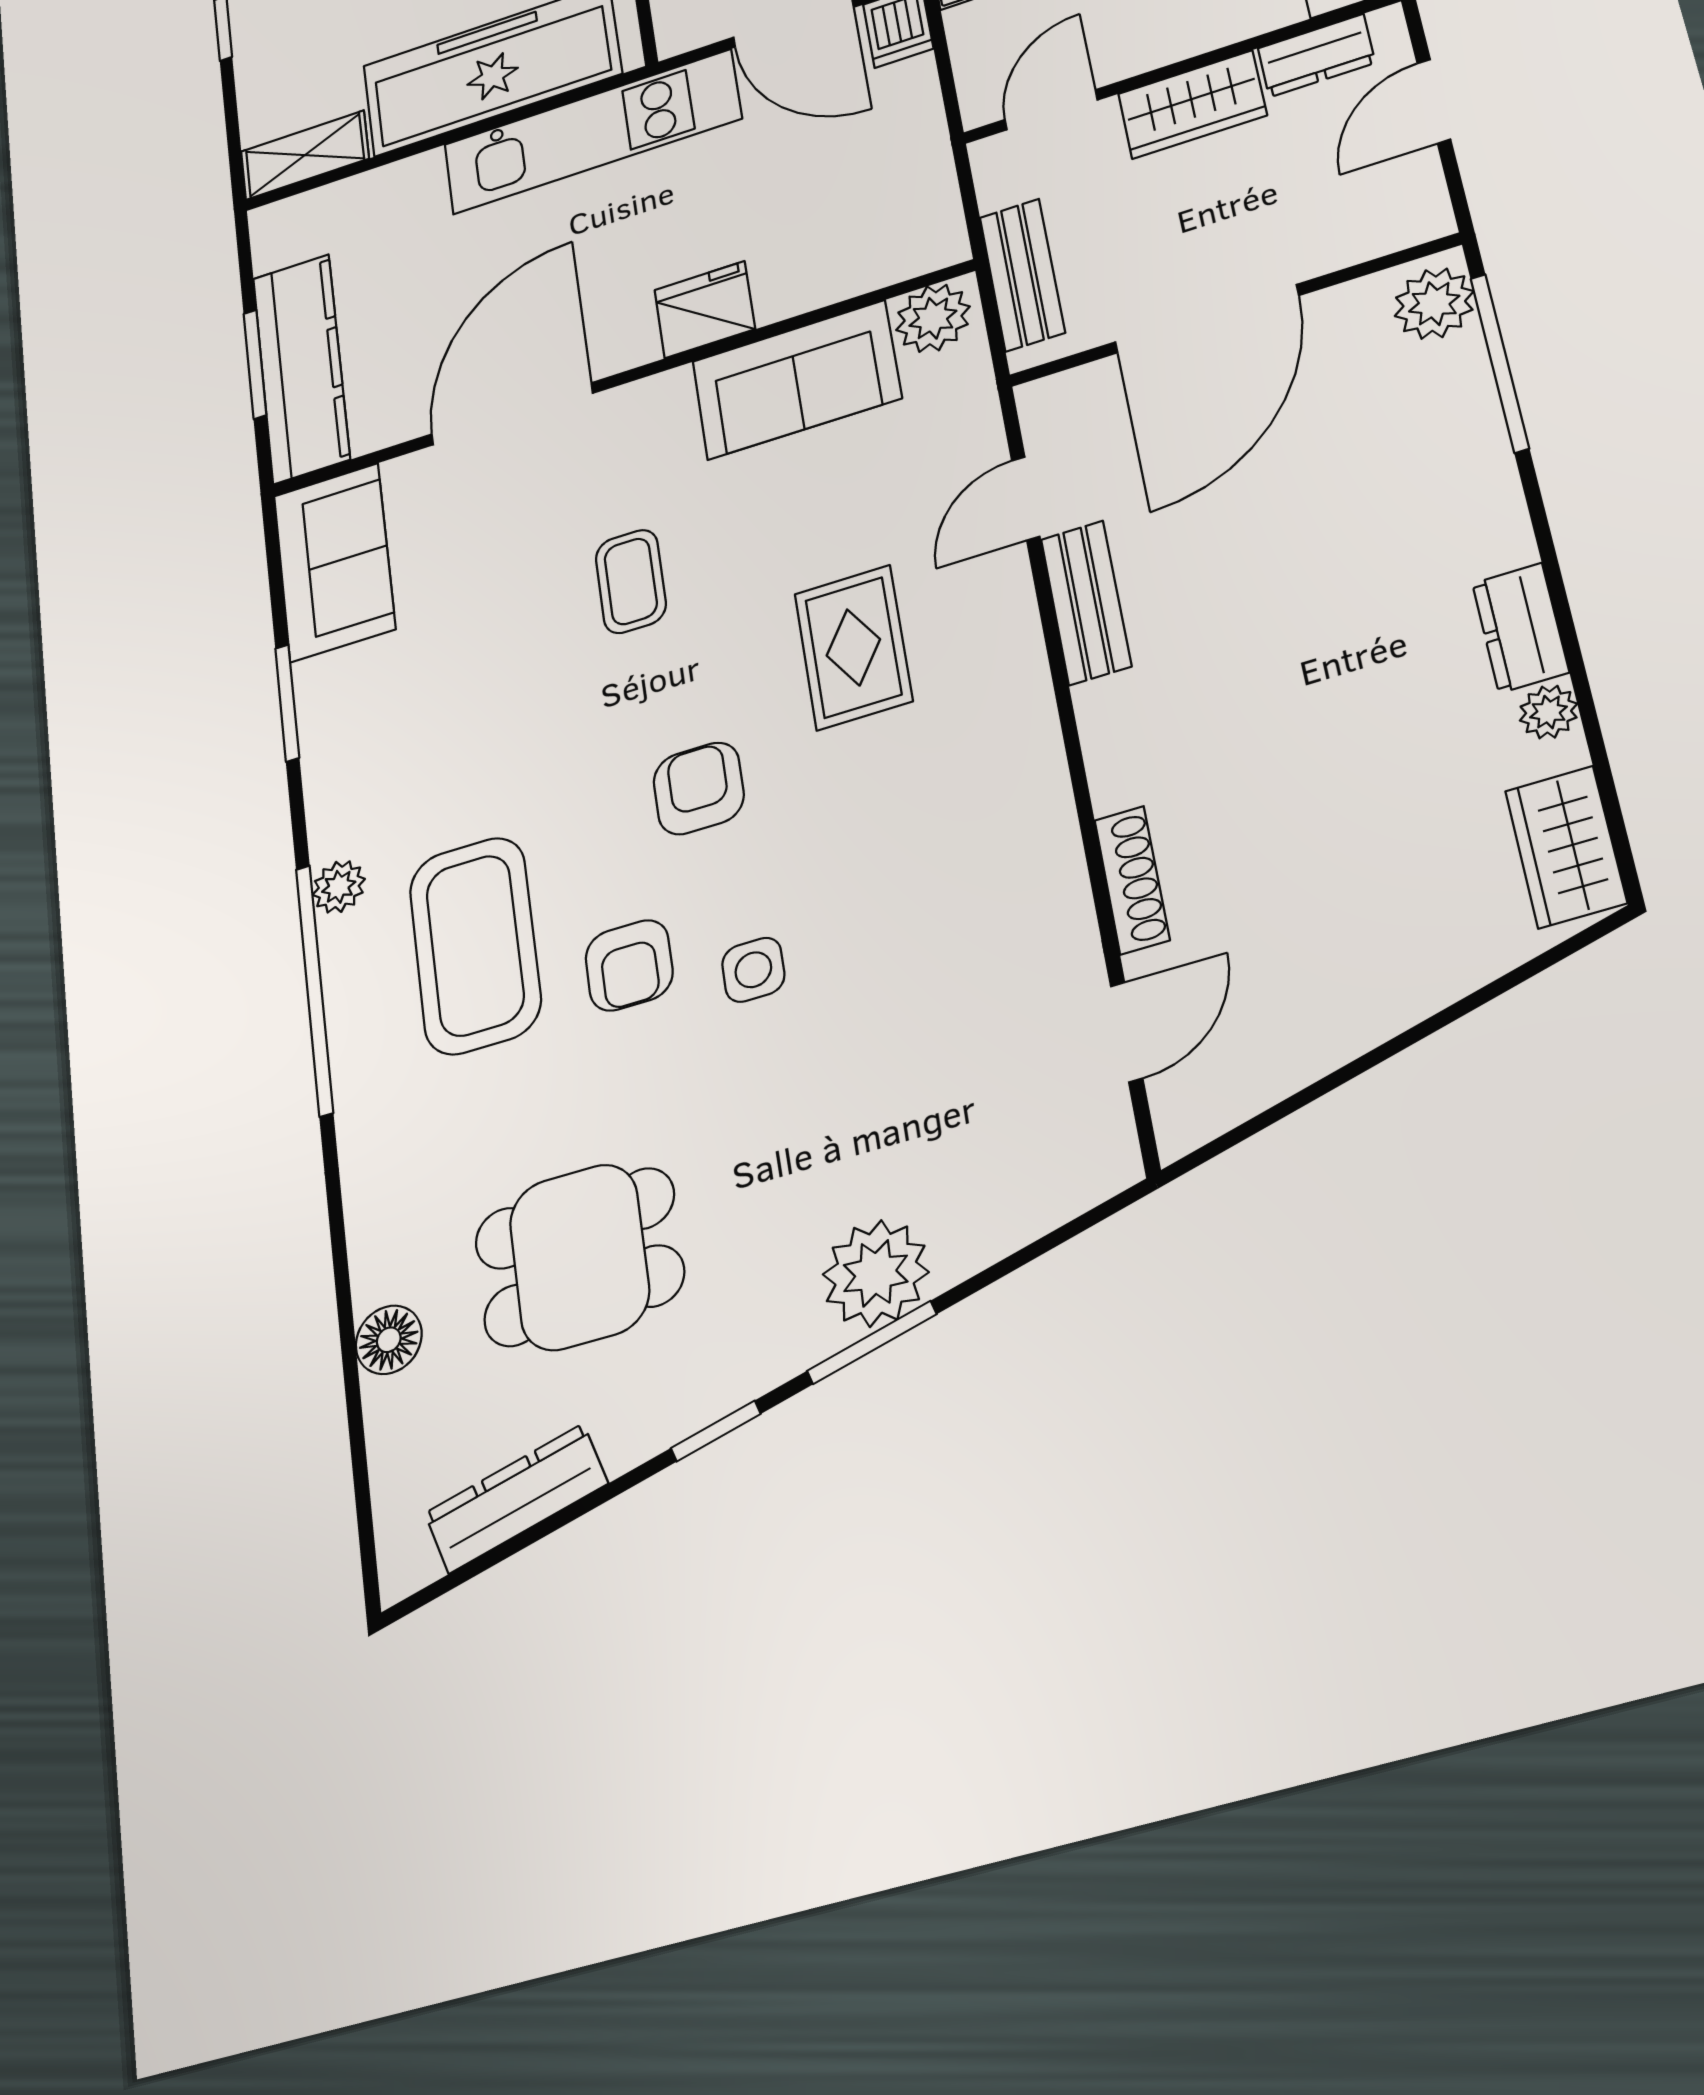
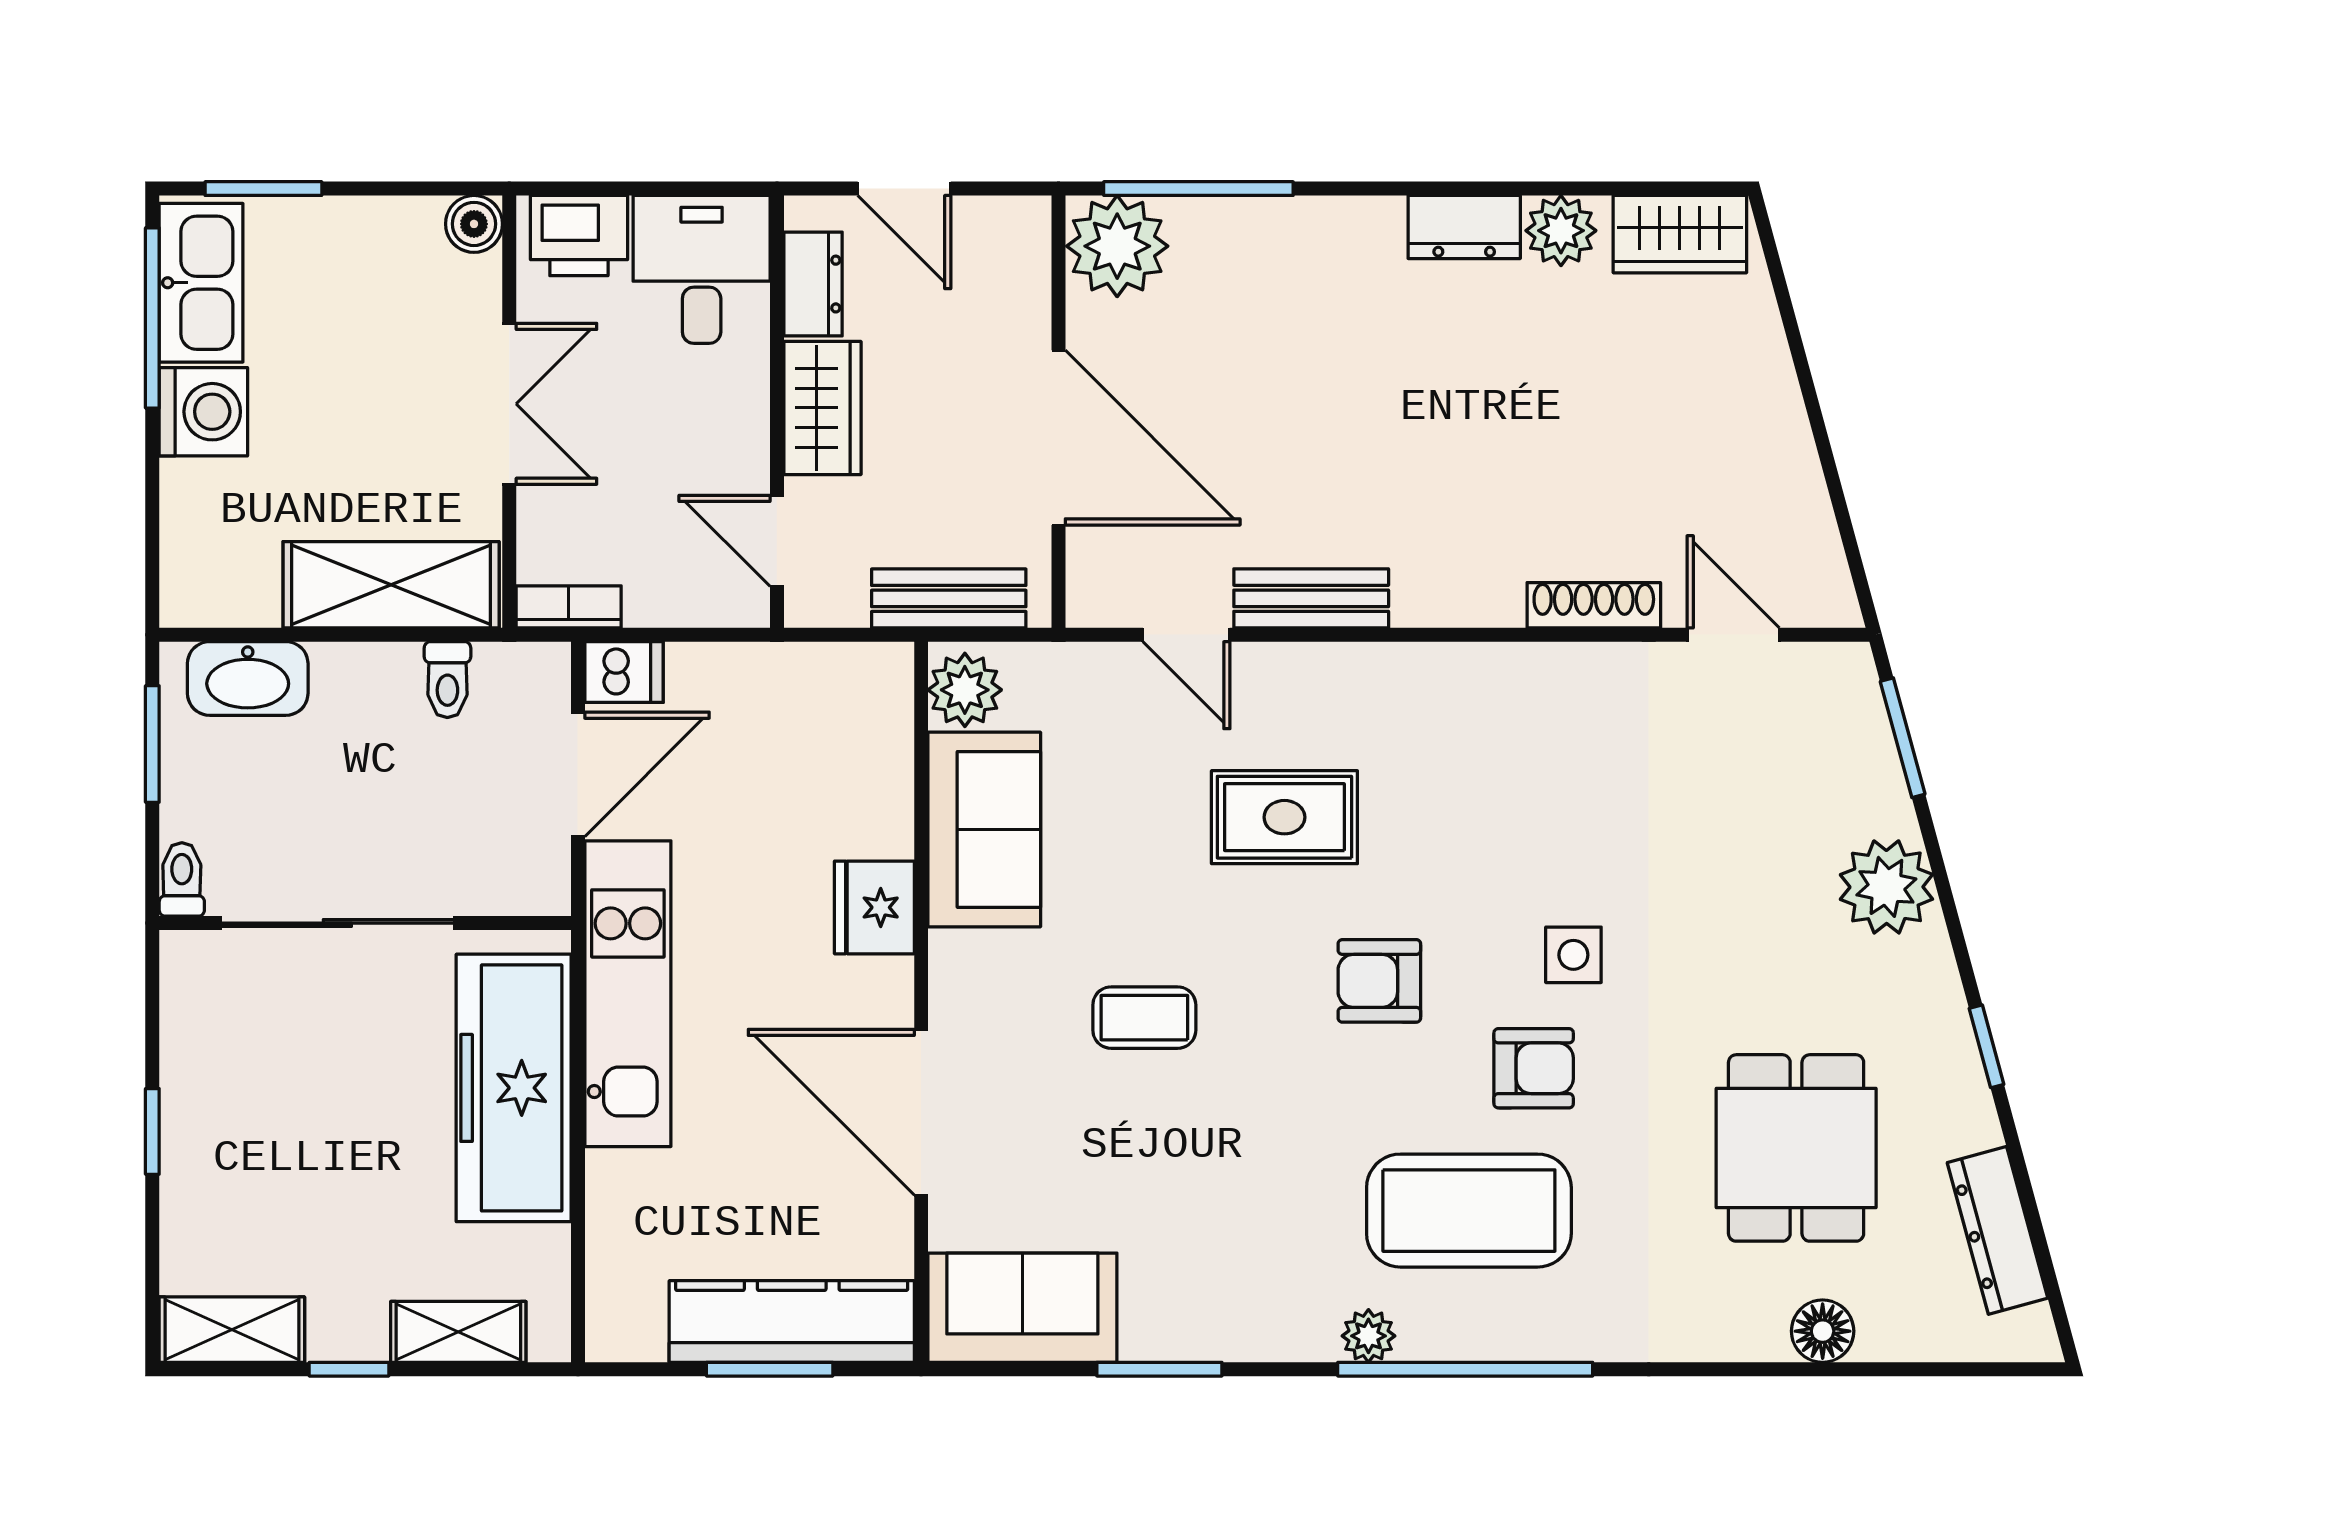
shelving: (305, 155) -> (458, 1332), moved, turned 90
plant: (1434, 304) -> (1117, 246), width x1.36, depth x1.36
plant: (1549, 712) -> (1561, 231), width x1.38, depth x1.38
window: (872, 1343) -> (1903, 738), moved

